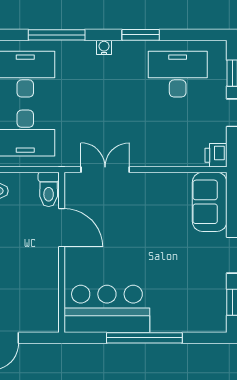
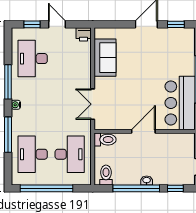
window: (141, 35) -> (8, 82), width x1.44
sofa: (210, 202) -> (105, 58), moved, turned -90
door: (62, 228) -> (143, 131), moved

